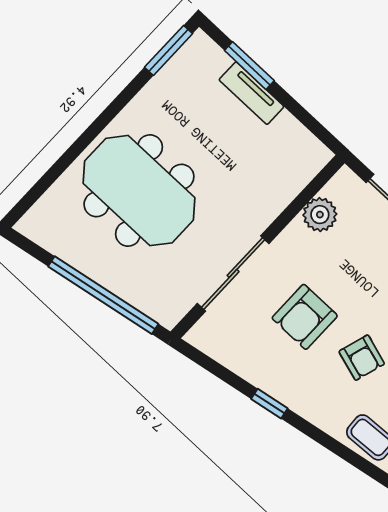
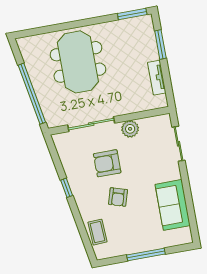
tv unit: (251, 93) -> (157, 78), moved
plant: (320, 215) -> (130, 129), moved

